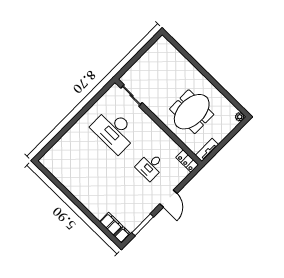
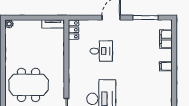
meeting table: (192, 112) -> (29, 85), moved
filing cabinet: (122, 235) -> (166, 66), moved

